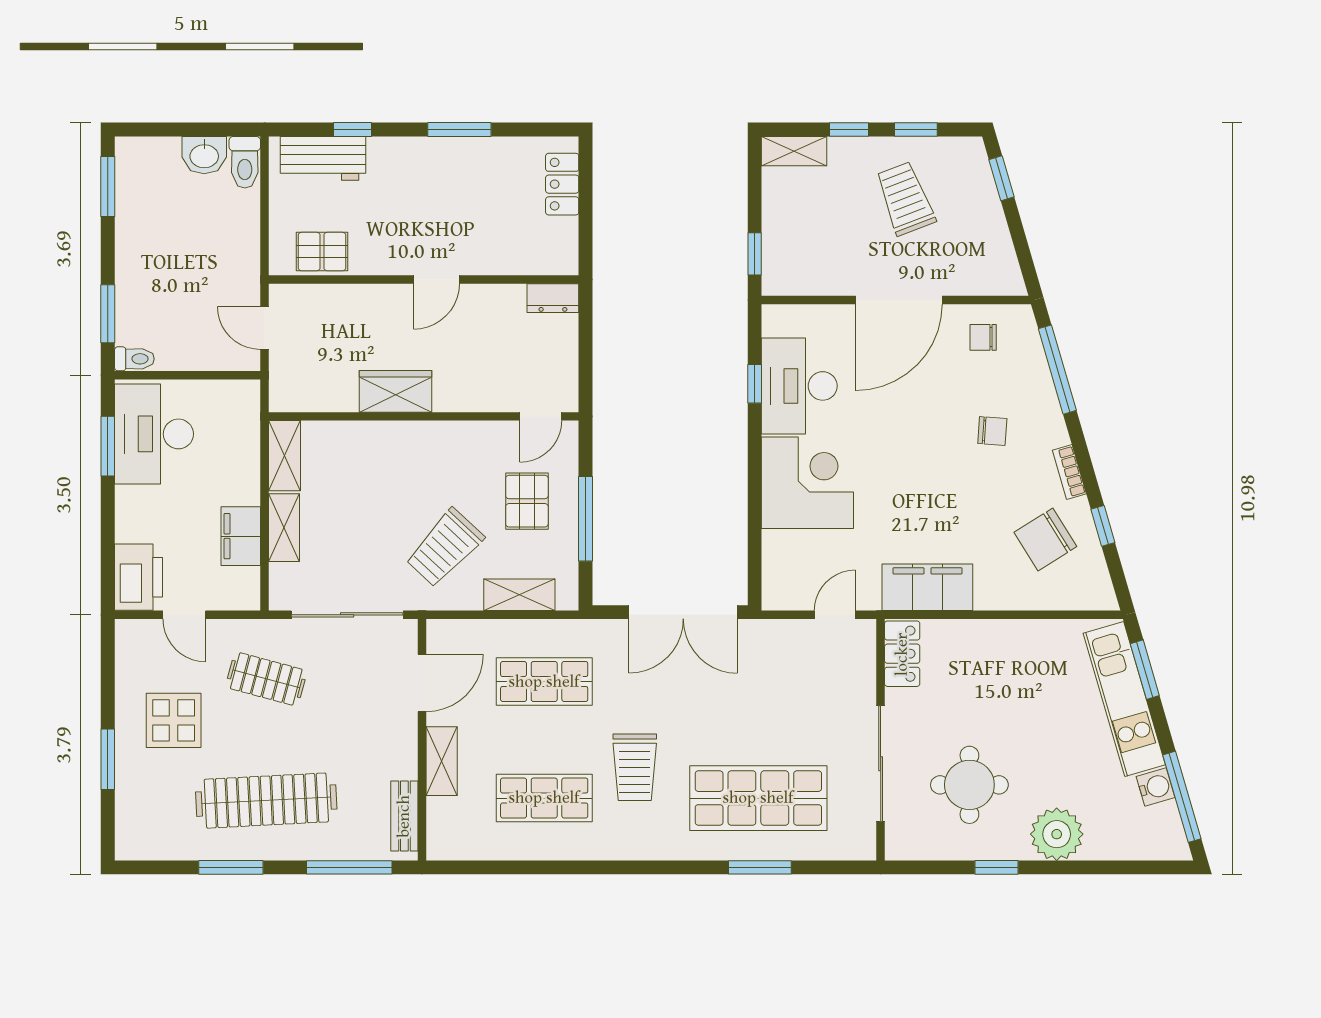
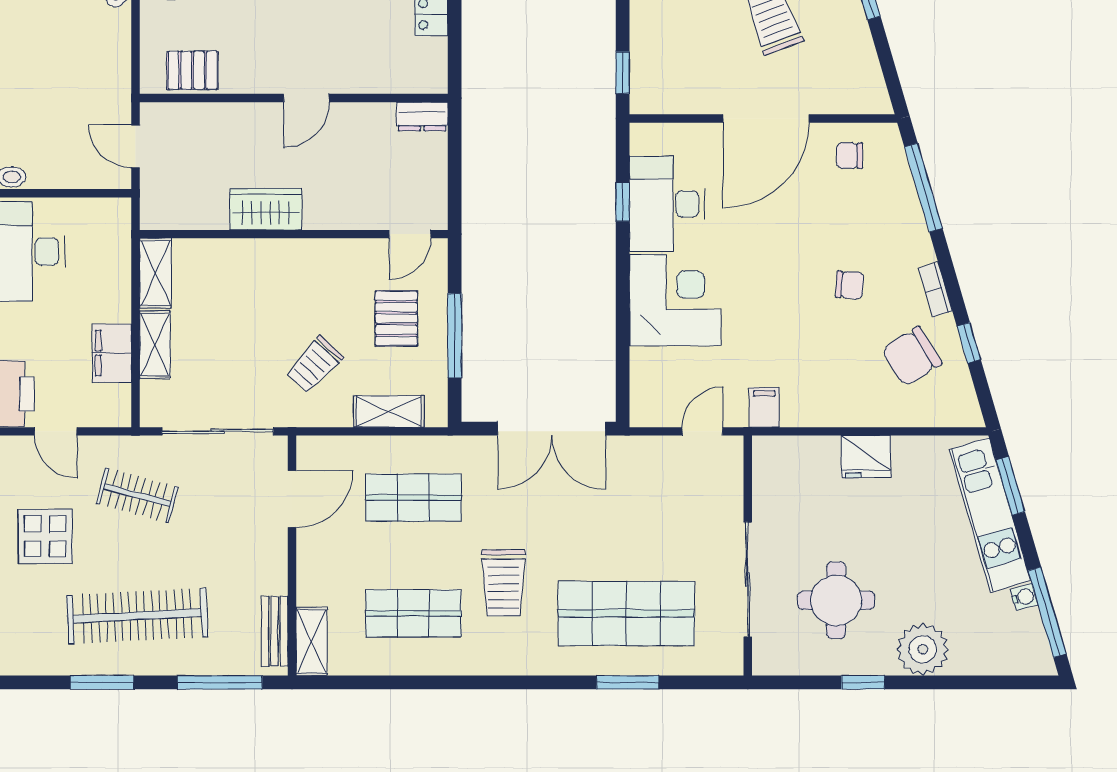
chair: (992, 431) -> (850, 285), moved
trolley: (445, 548) -> (314, 365), width x0.73, depth x0.72
filing cabinet: (927, 587) -> (764, 407), width x0.33, depth x0.86
fridge: (1000, 640) -> (866, 457), added
locker: (902, 654) -> (769, 470), removed
shelving: (442, 761) -> (311, 641), moved
water cooler: (1156, 787) -> (1024, 597), width x0.72, depth x0.72

